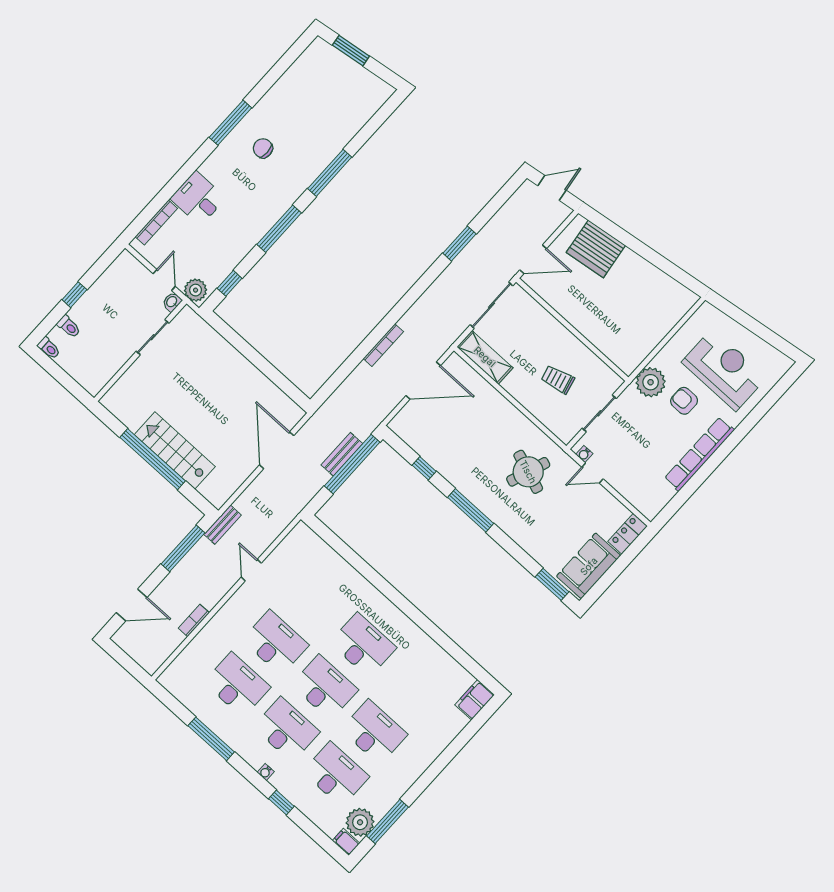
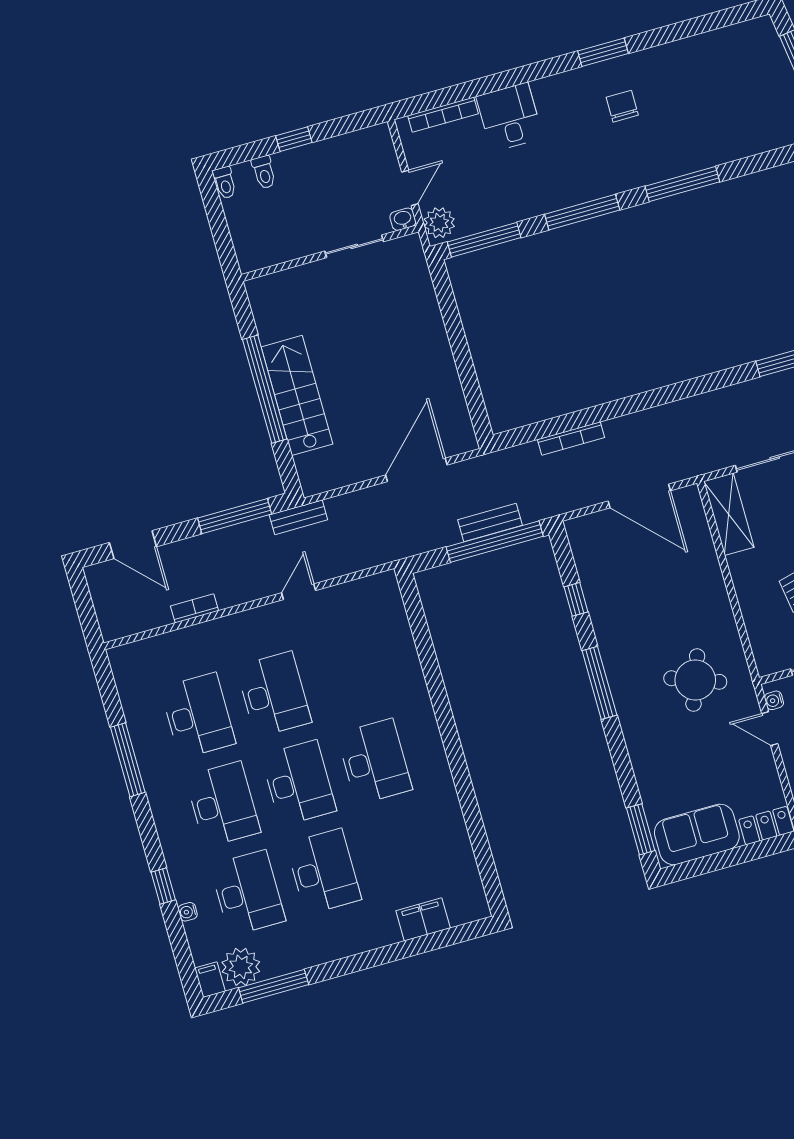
window: (230, 123) -> (603, 52), width x0.69
window: (230, 283) -> (484, 240), width x2.17
bookcase: (383, 345) -> (571, 438), moved
filing cabinet: (475, 700) -> (423, 919), moved
water cooler: (266, 772) -> (188, 912), moved

